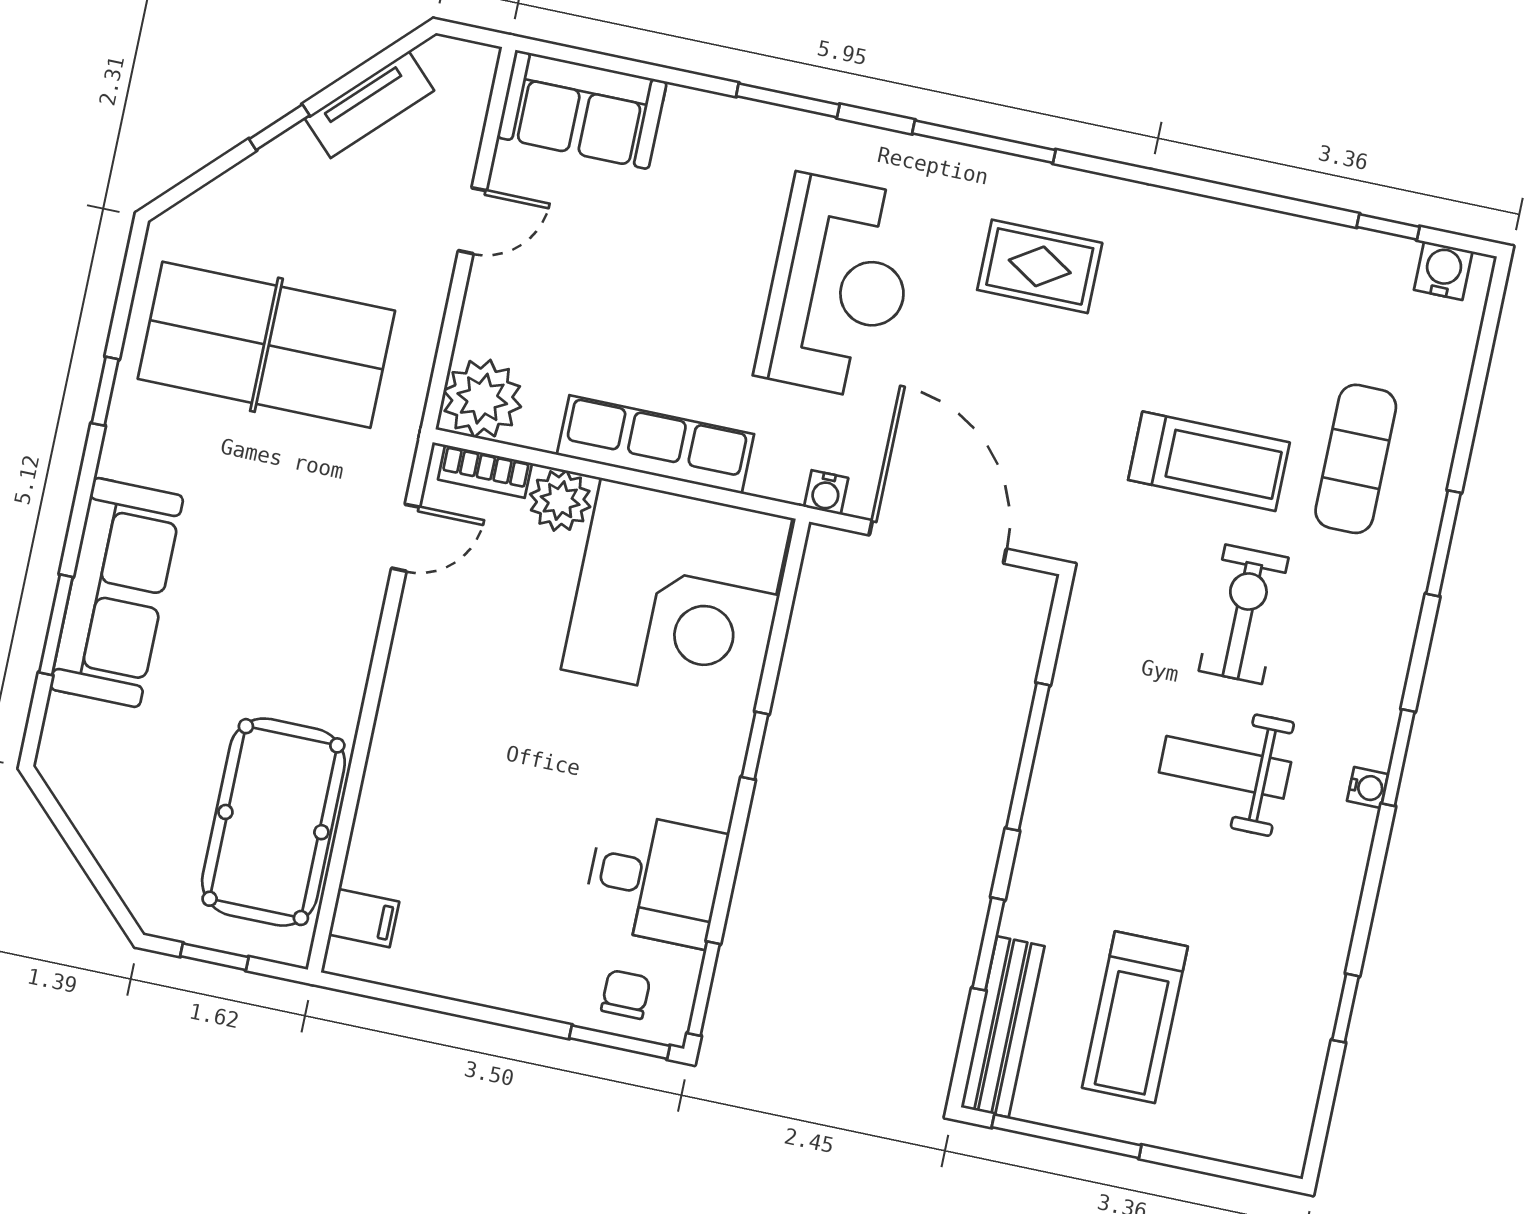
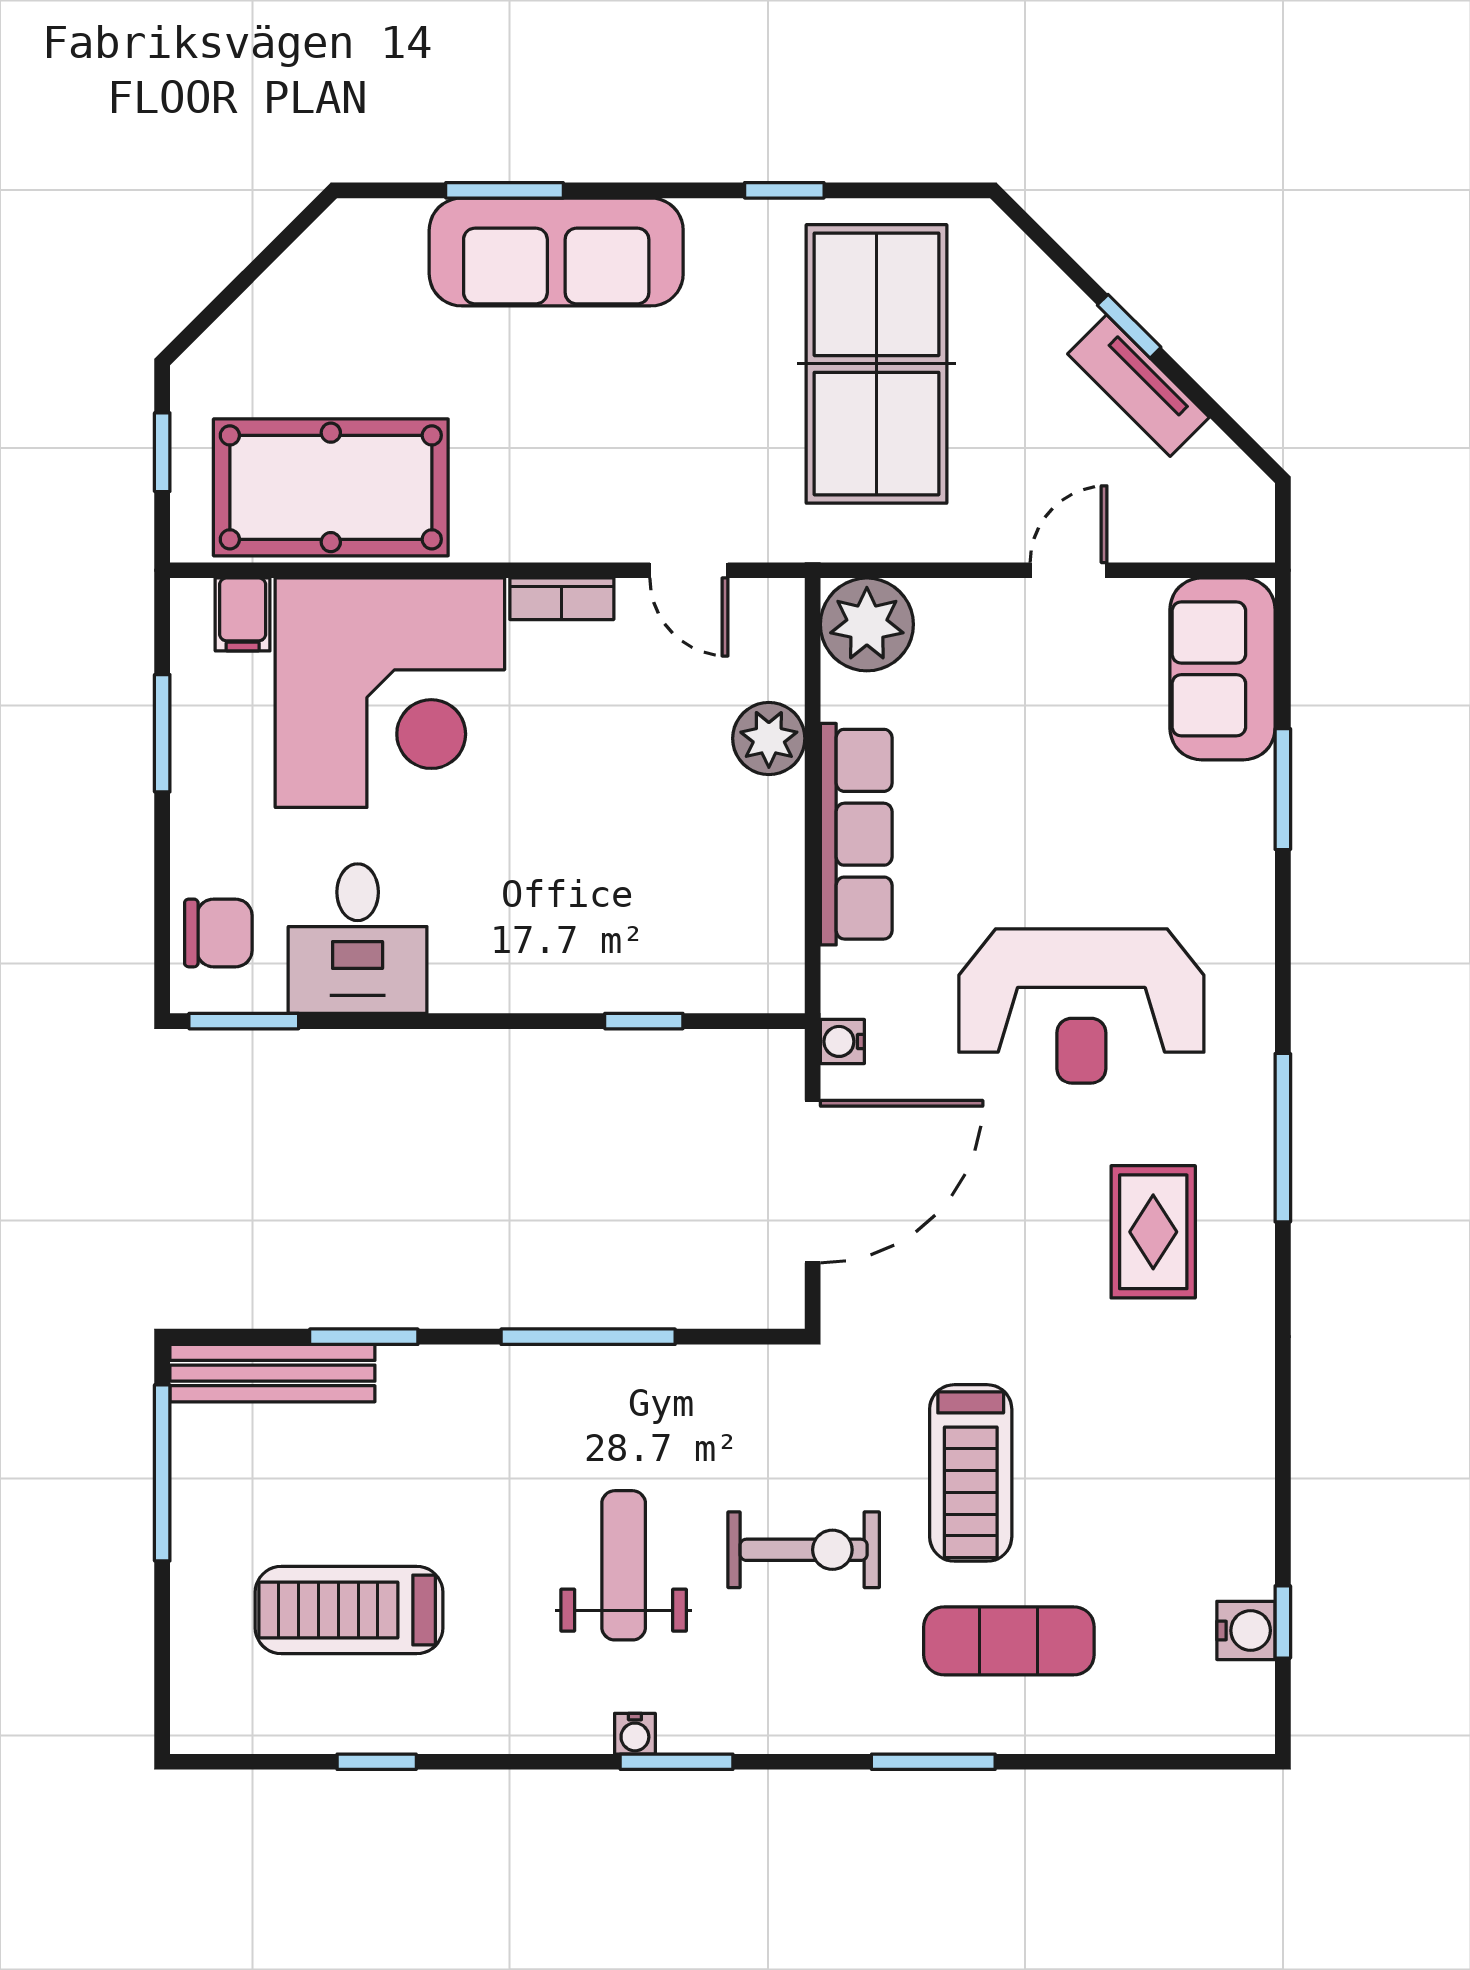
window: (788, 100) -> (1283, 789), moved
tv unit: (370, 105) -> (1138, 386), moved
door: (472, 221) -> (1069, 570), swing flipped
water cooler: (1443, 271) -> (1246, 1630), moved
bookcase: (485, 471) -> (562, 599), moved, turned -90
corner desk: (677, 594) -> (390, 693), moved, turned -90
window: (755, 746) -> (644, 1021), moved
chair: (626, 994) -> (218, 933), width x1.37, depth x1.37
treadmill: (1135, 1017) -> (349, 1610), moved
window: (619, 1042) -> (162, 733), moved

